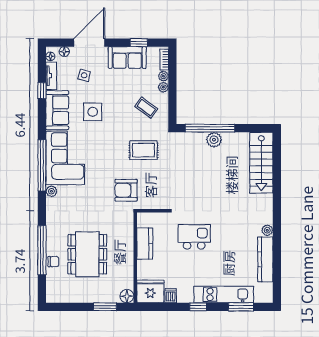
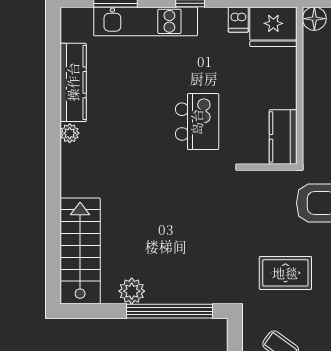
plant: (214, 140) -> (132, 291), moved
kitchen island: (194, 237) -> (197, 122), turned -90
kitchen counter: (145, 244) -> (283, 137), moved

